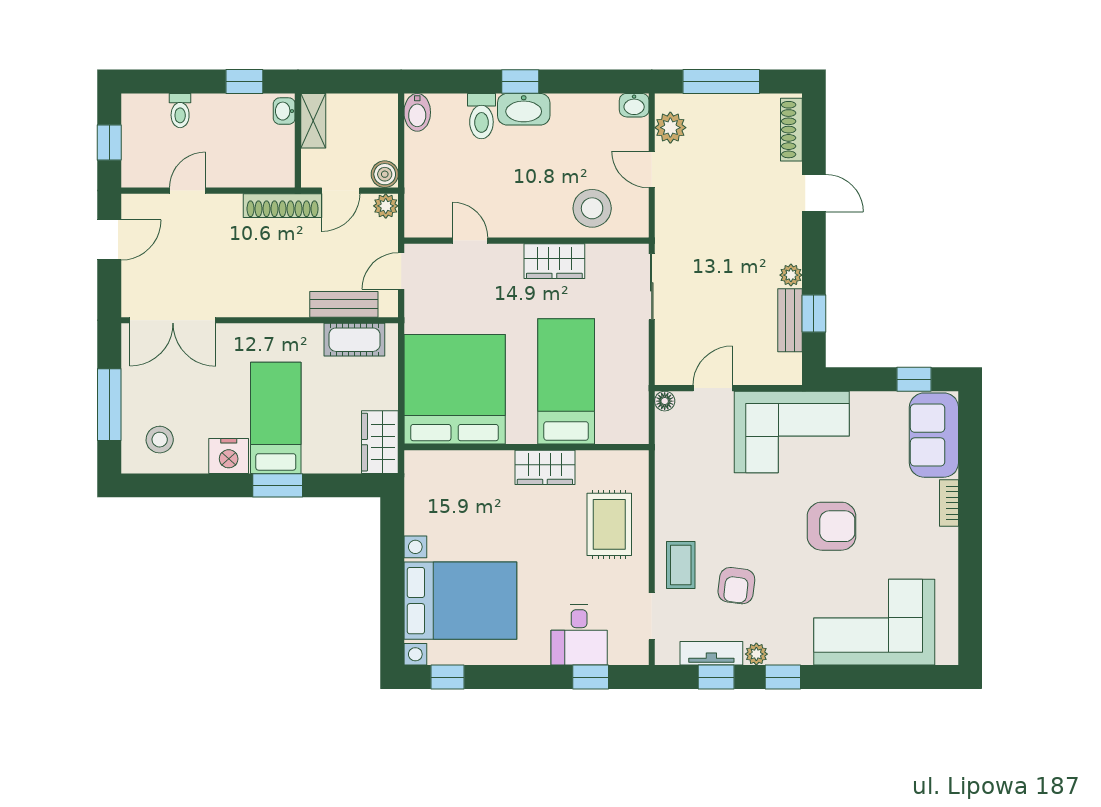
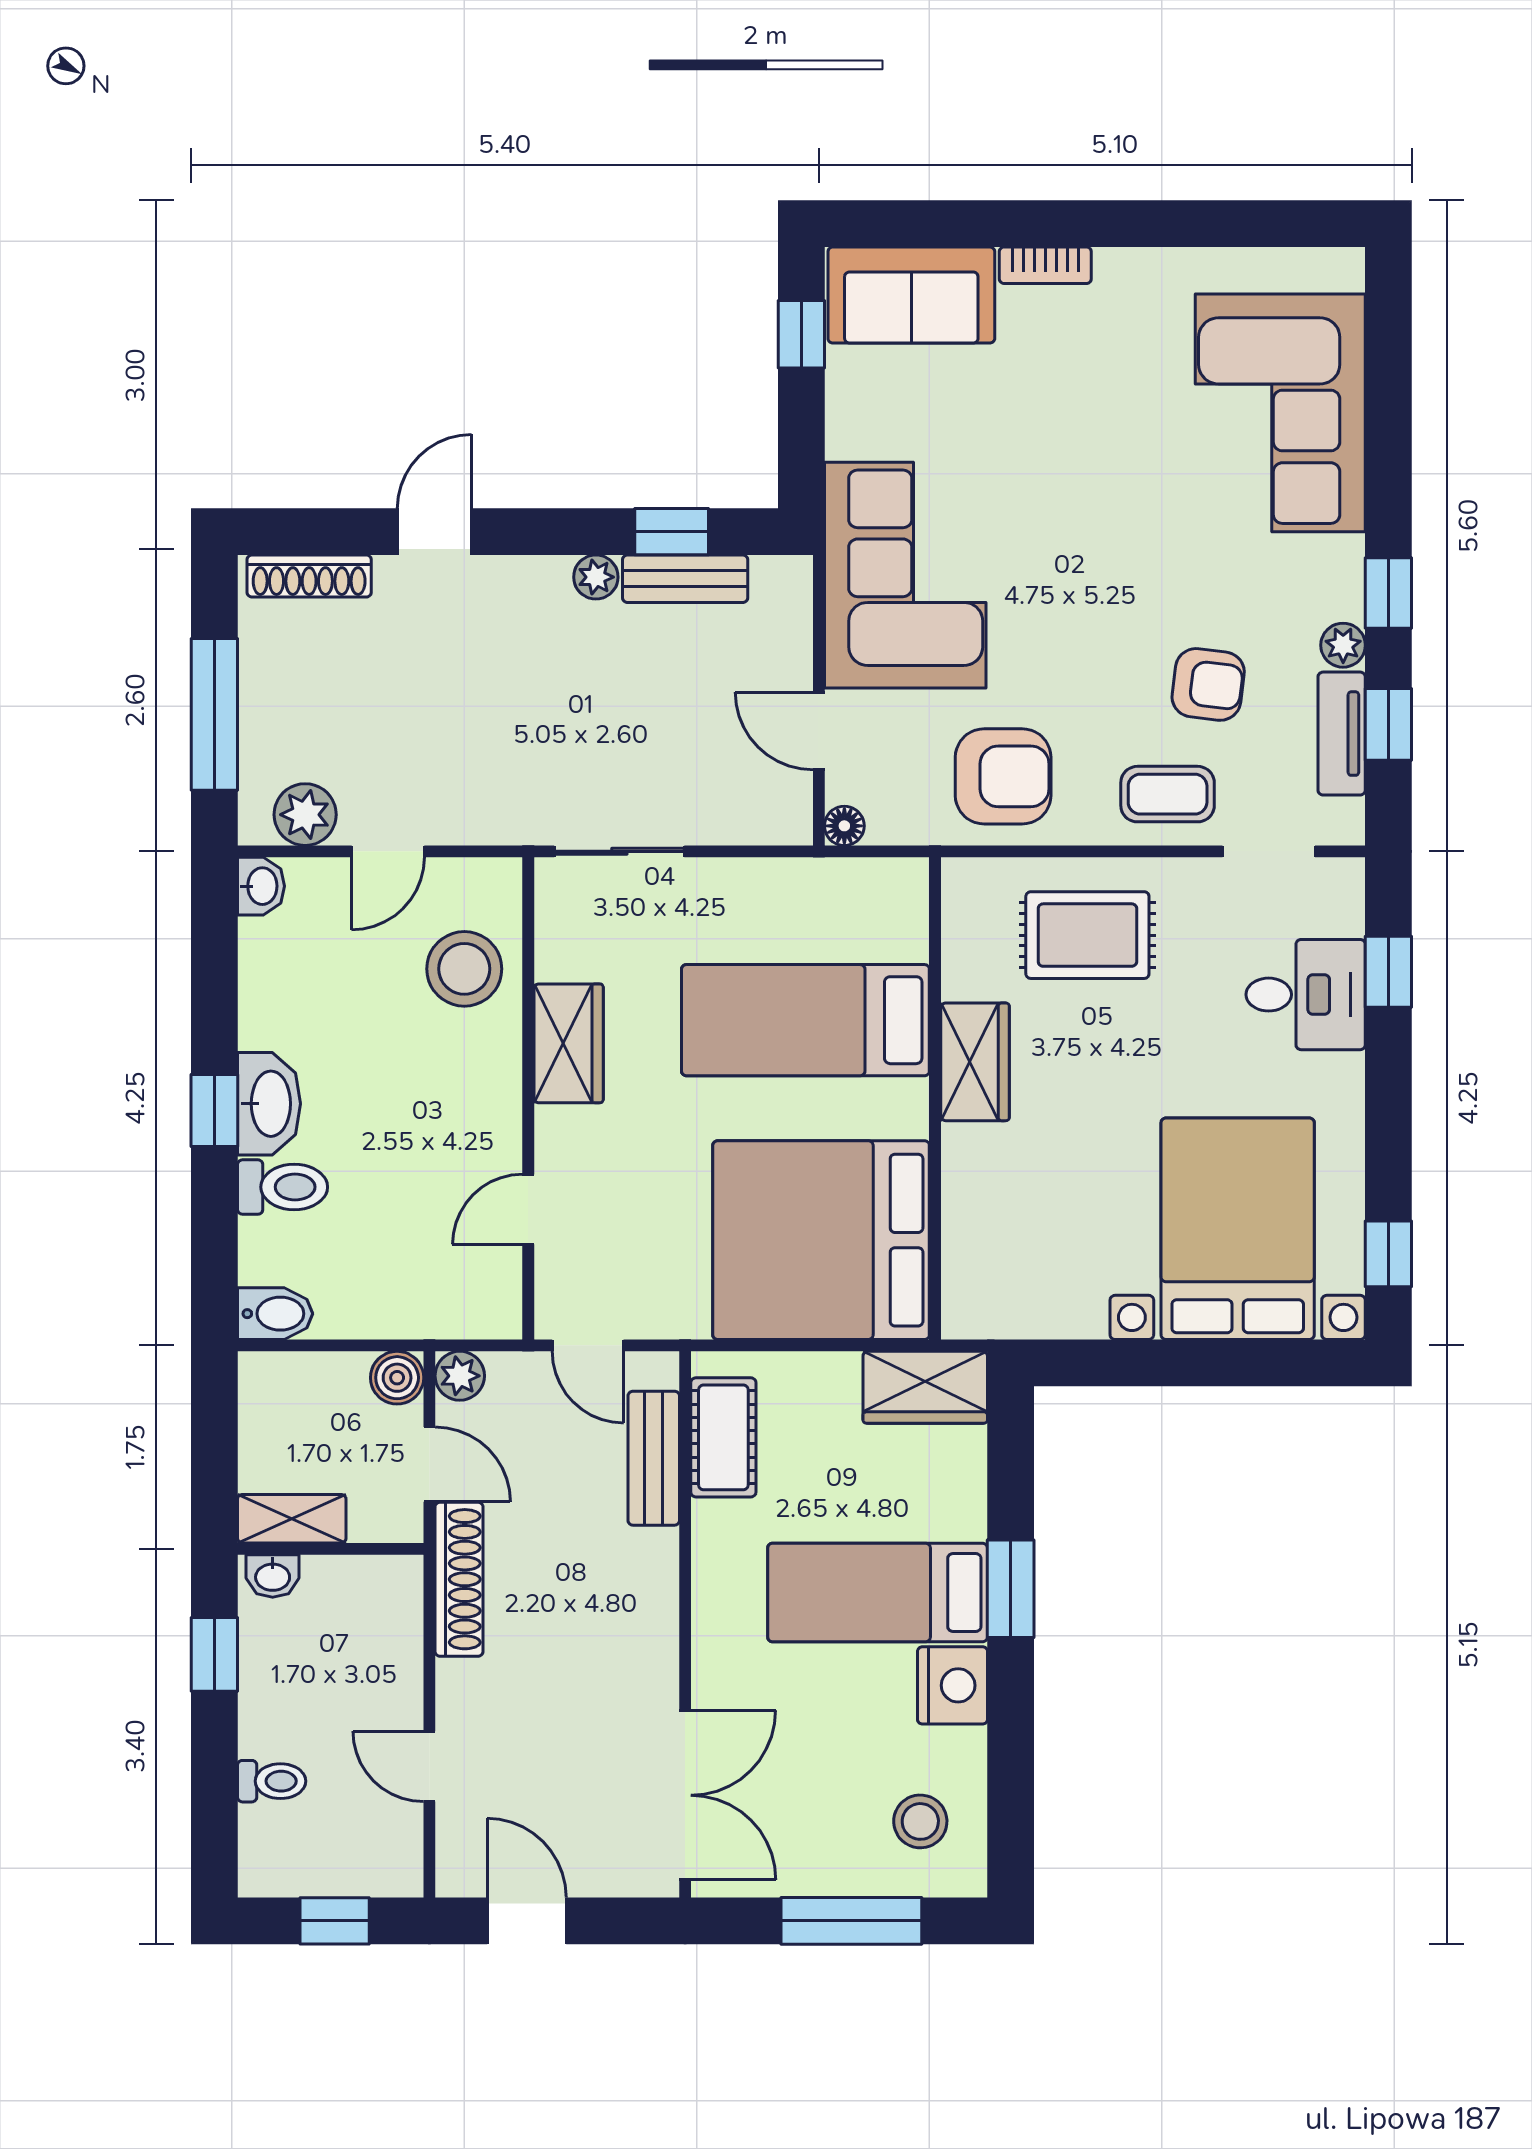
armchair: (831, 526) -> (1003, 776), moved, turned 90

